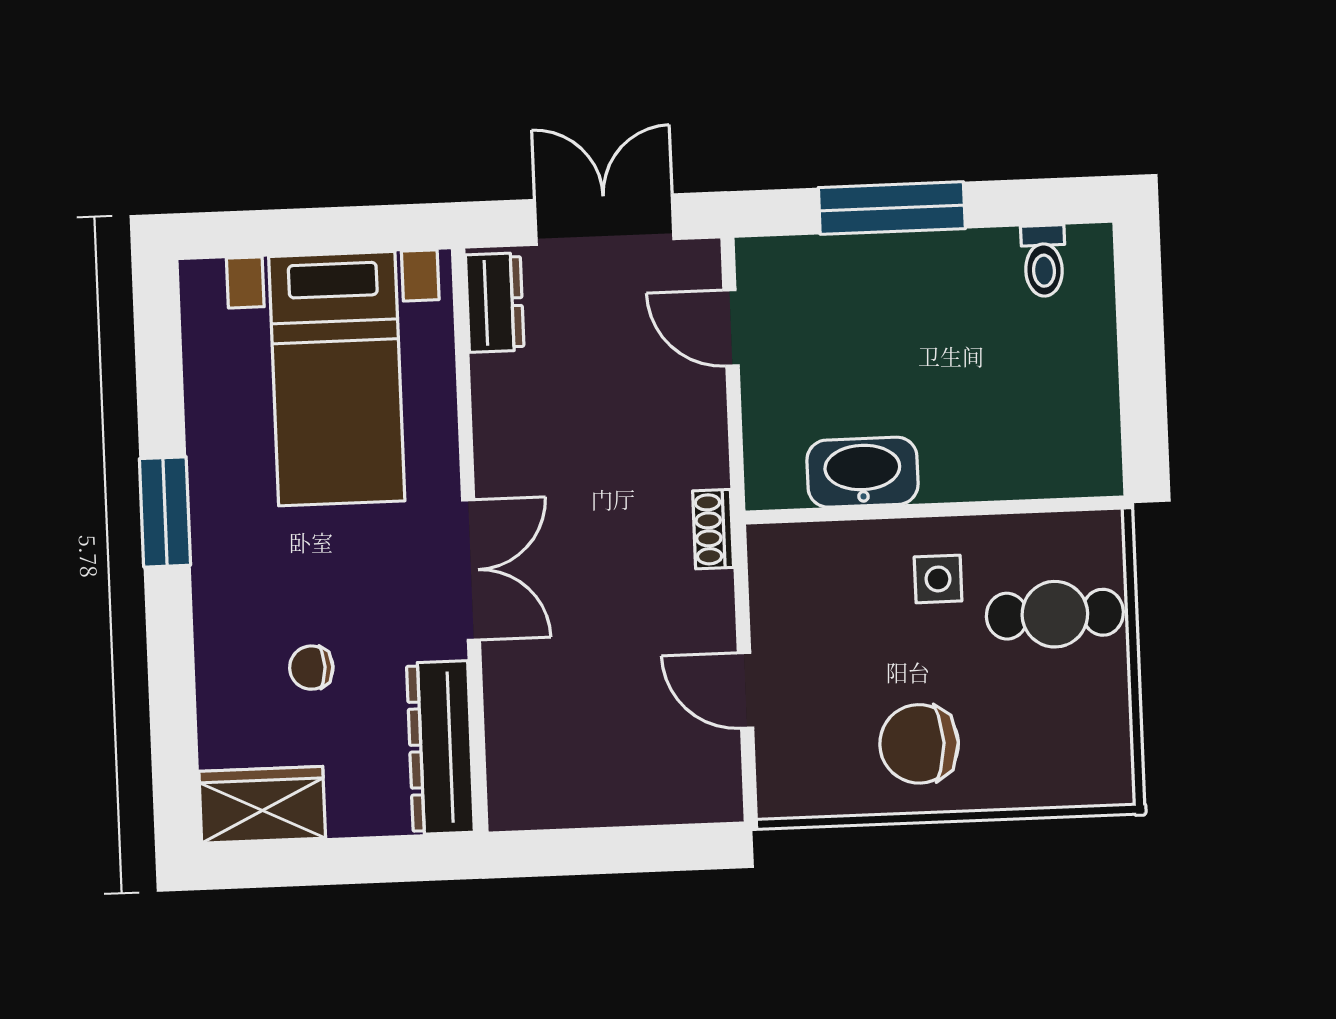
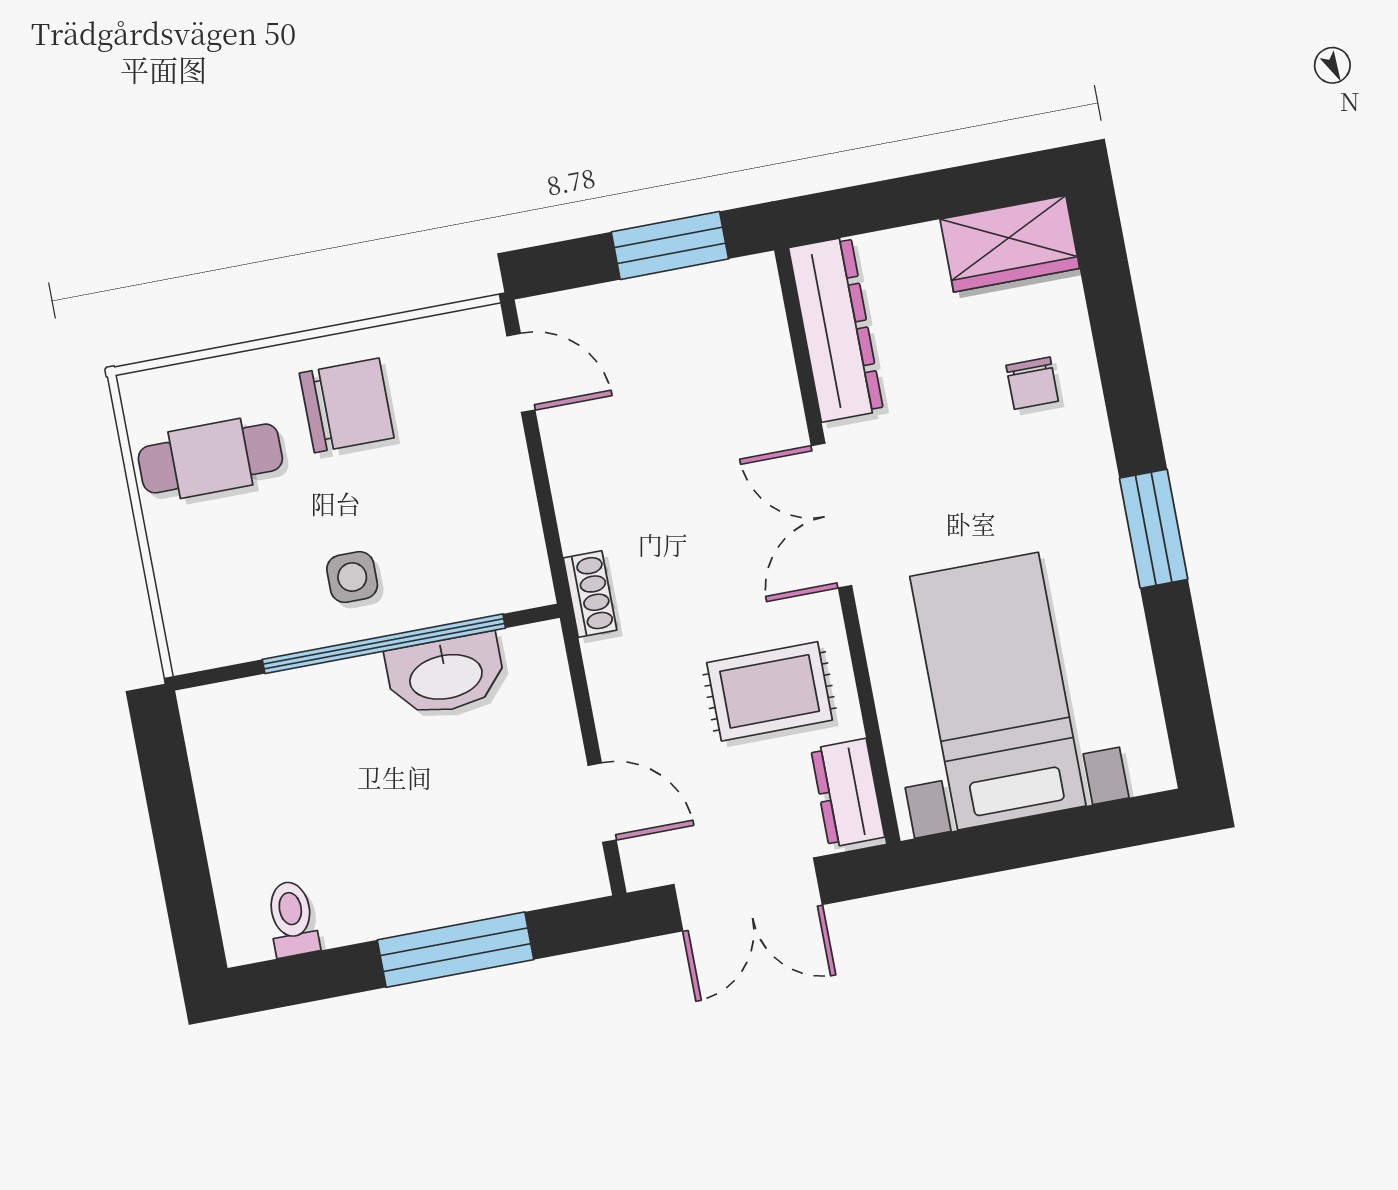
rug: (555, 411) -> (770, 691), added
window: (917, 511) -> (384, 644), added
cafe table: (1055, 614) -> (210, 458), moved
chair: (311, 668) -> (1032, 383), moved, turned 90
door: (746, 690) -> (521, 373), moved
window: (587, 851) -> (670, 245), added

